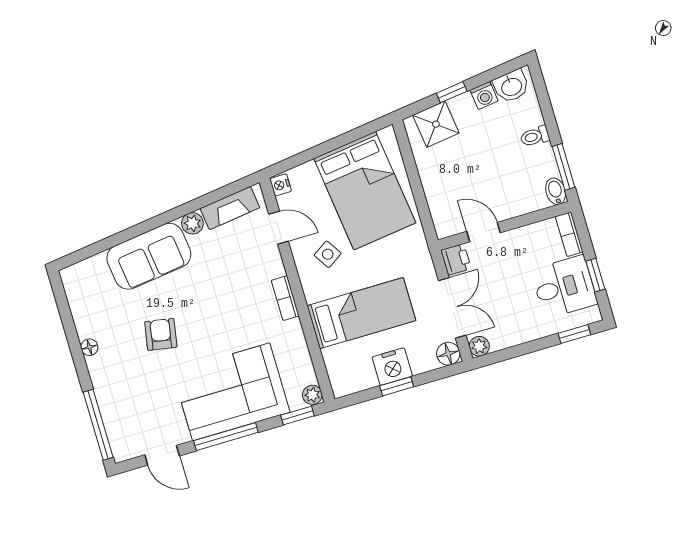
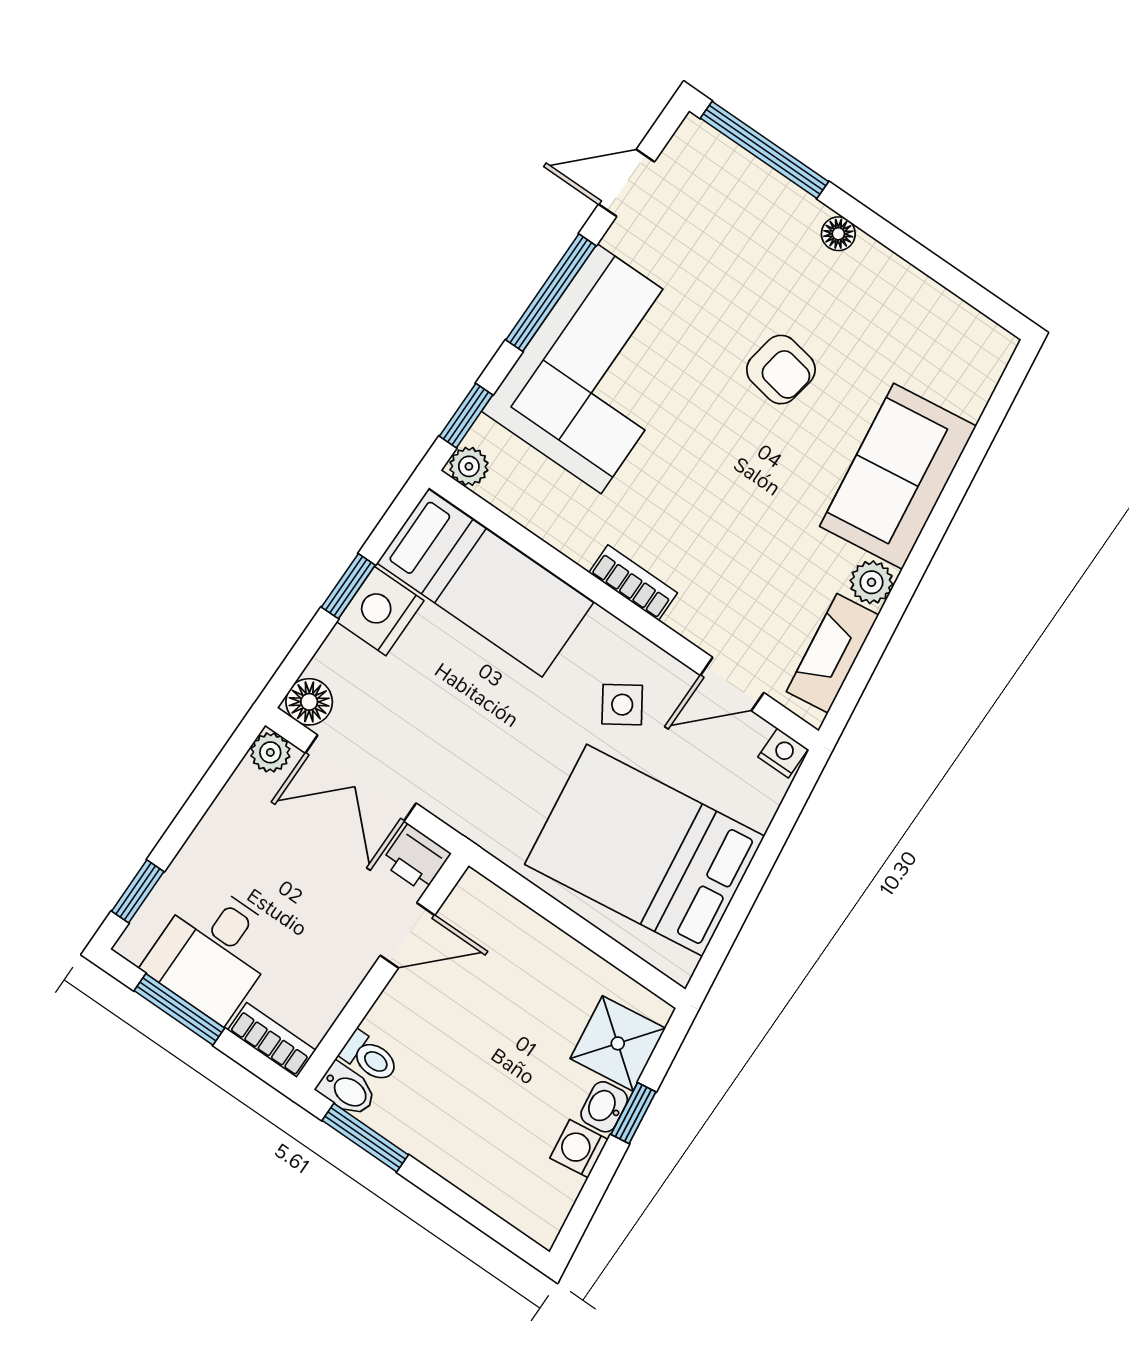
washbasin: (511, 86) -> (604, 1107), moved, width x0.72, depth x0.69
toilet: (535, 136) -> (370, 1057), moved, turned 90
window: (595, 275) -> (179, 1009), width x1.50
bed: (361, 313) -> (485, 583), moved, turned -90
floor lamp: (89, 347) -> (838, 234), moved

